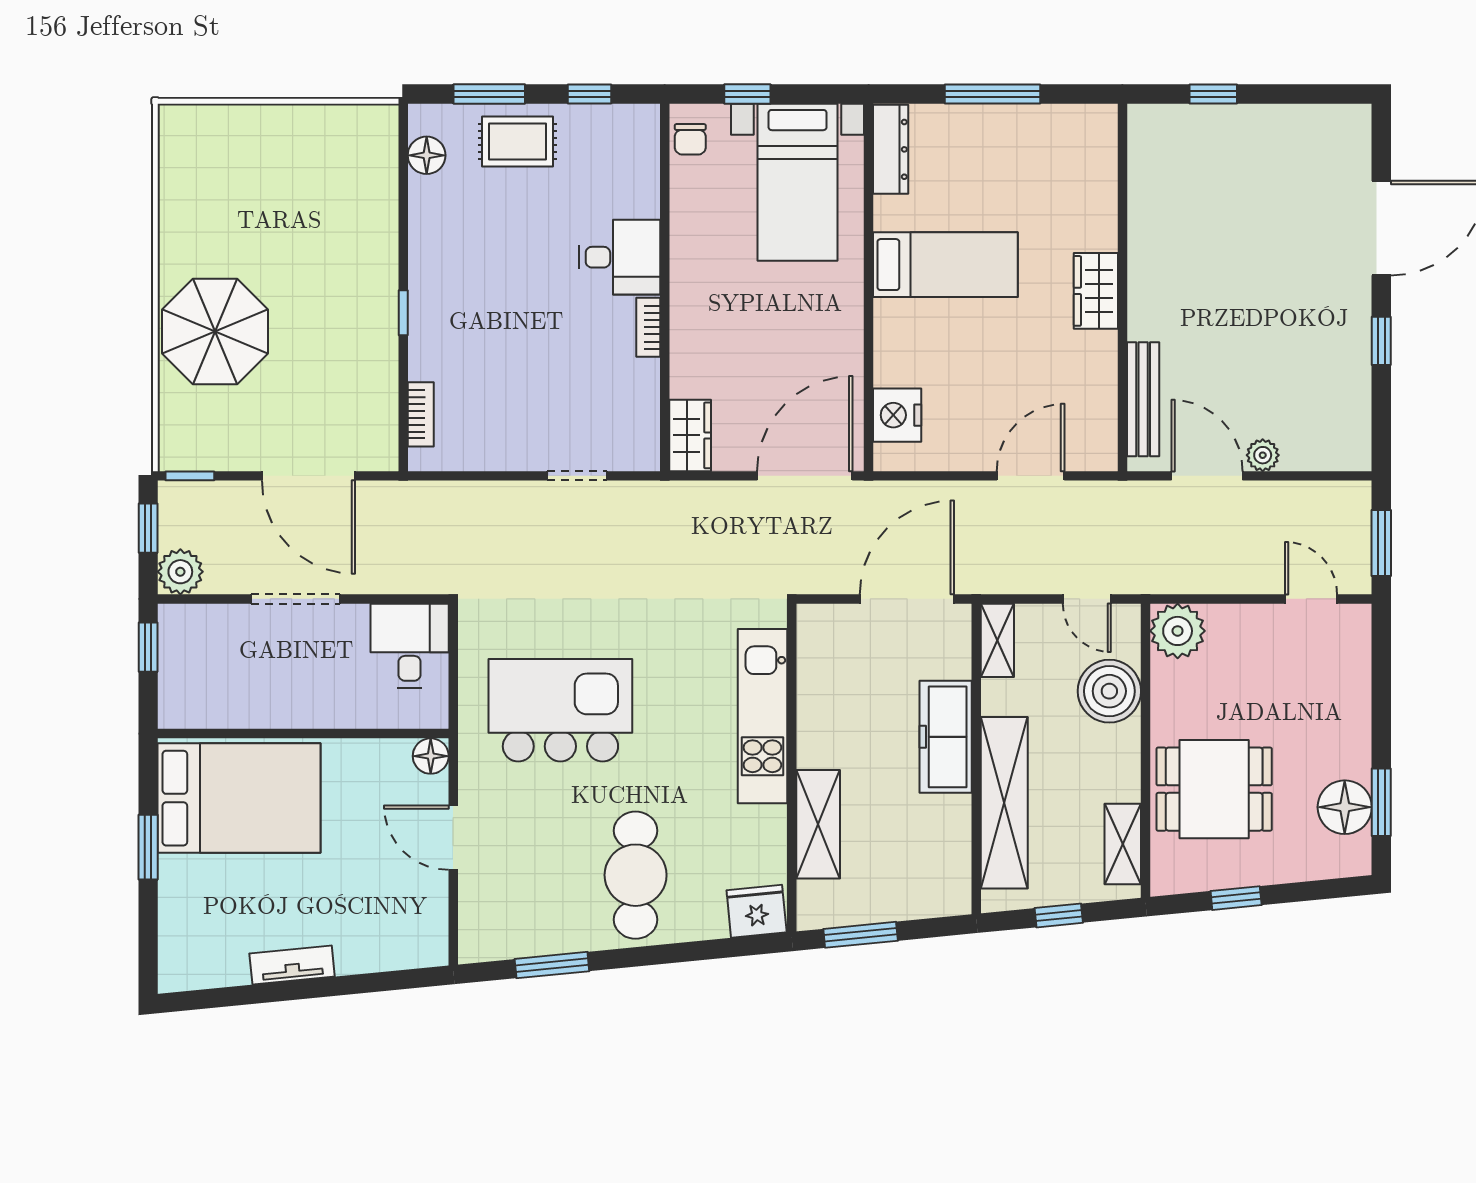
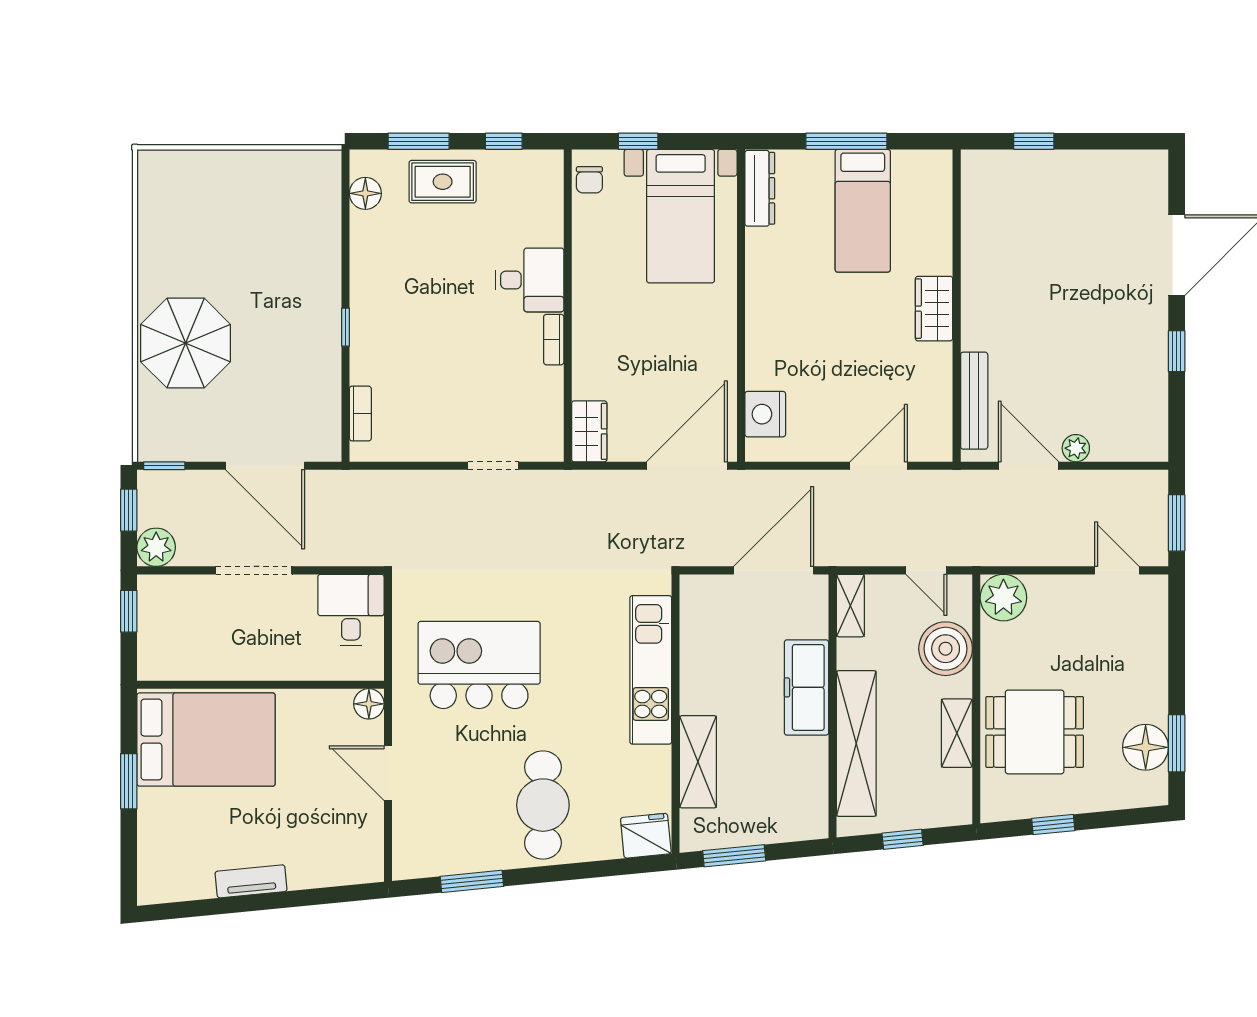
bed: (945, 265) -> (863, 211), moved, turned 90
shelving: (1123, 844) -> (957, 733), moved

